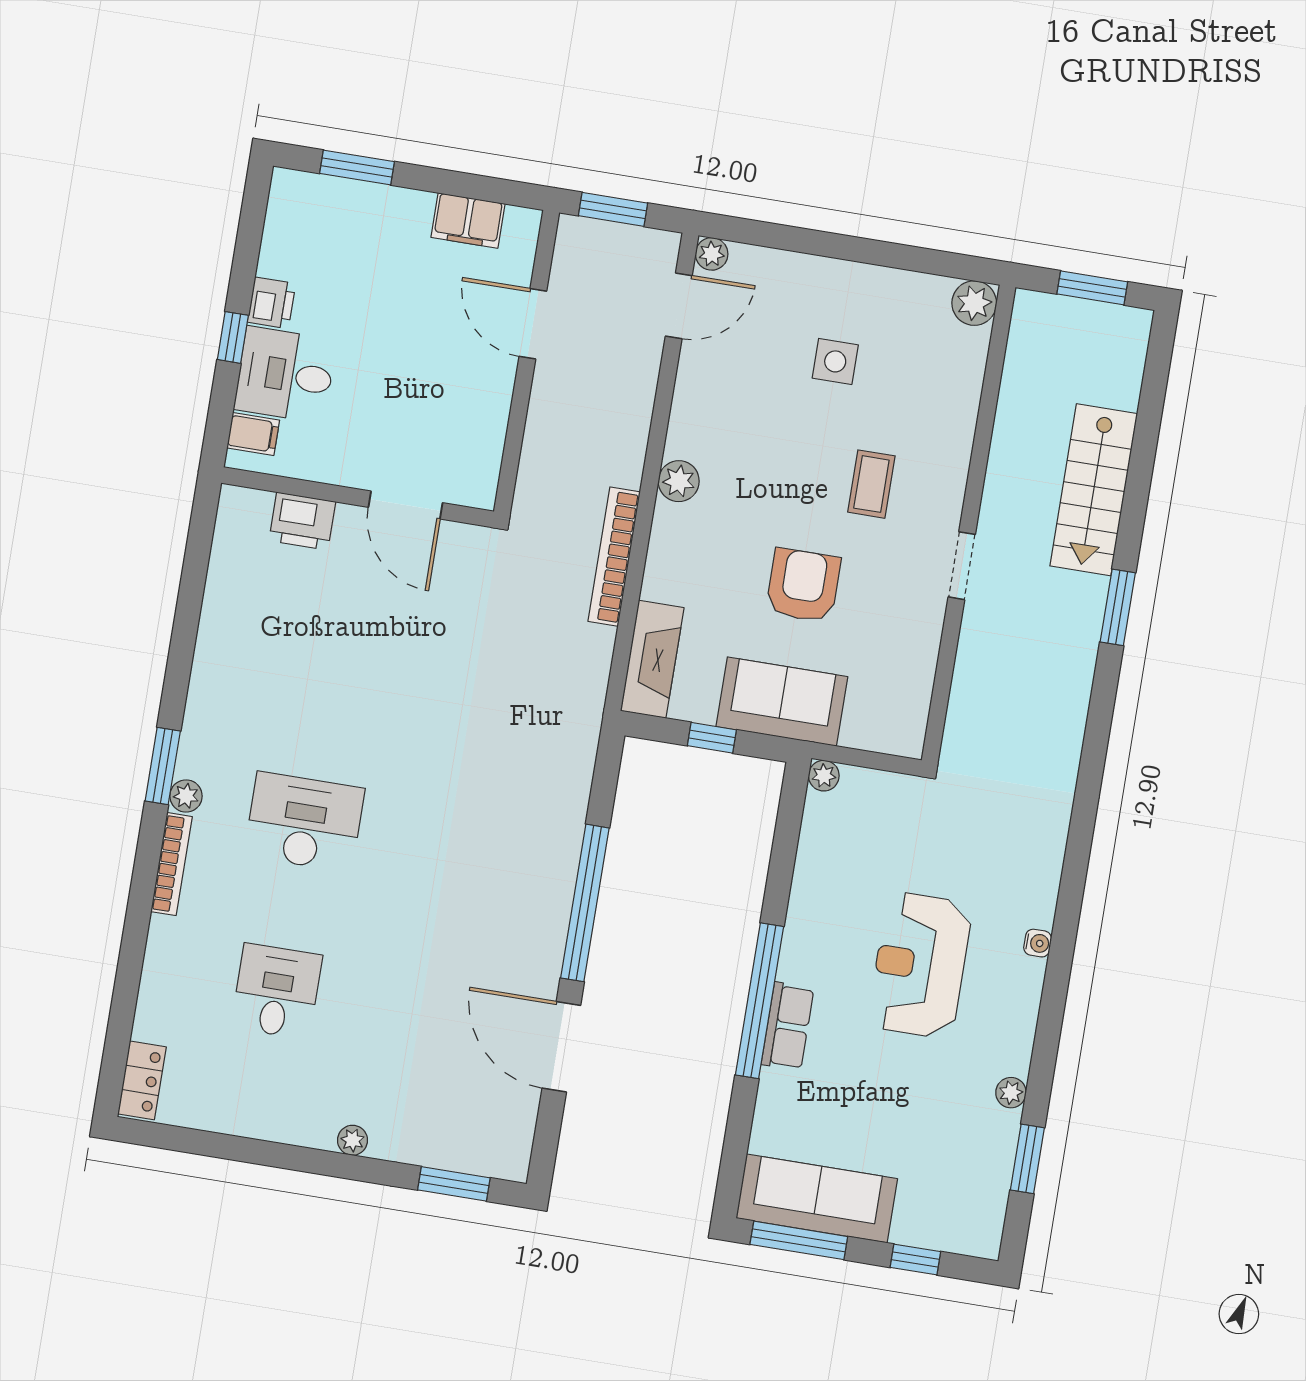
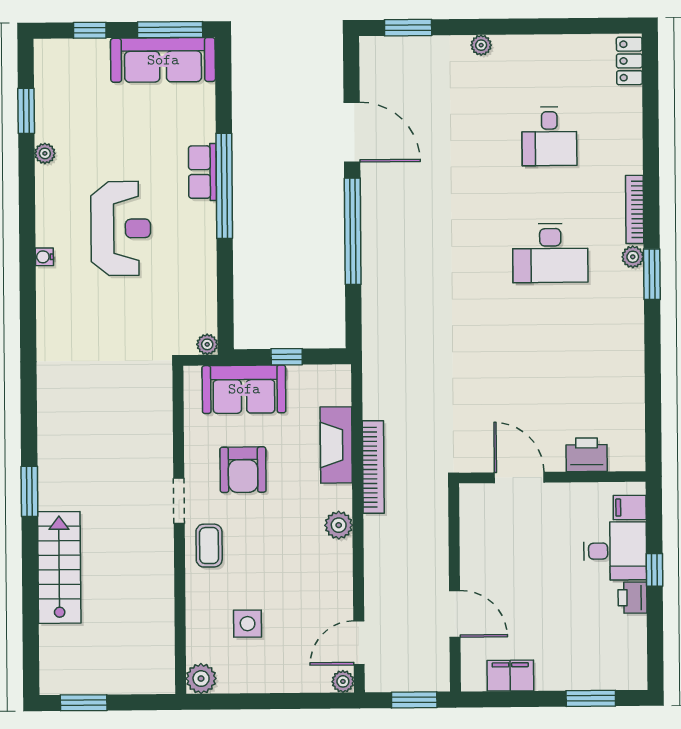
plant: (974, 303) -> (201, 679), moved
wall: (969, 524) -> (179, 530), moved
doorway: (962, 566) -> (179, 501), moved
fireplace: (652, 659) -> (336, 445), moved

